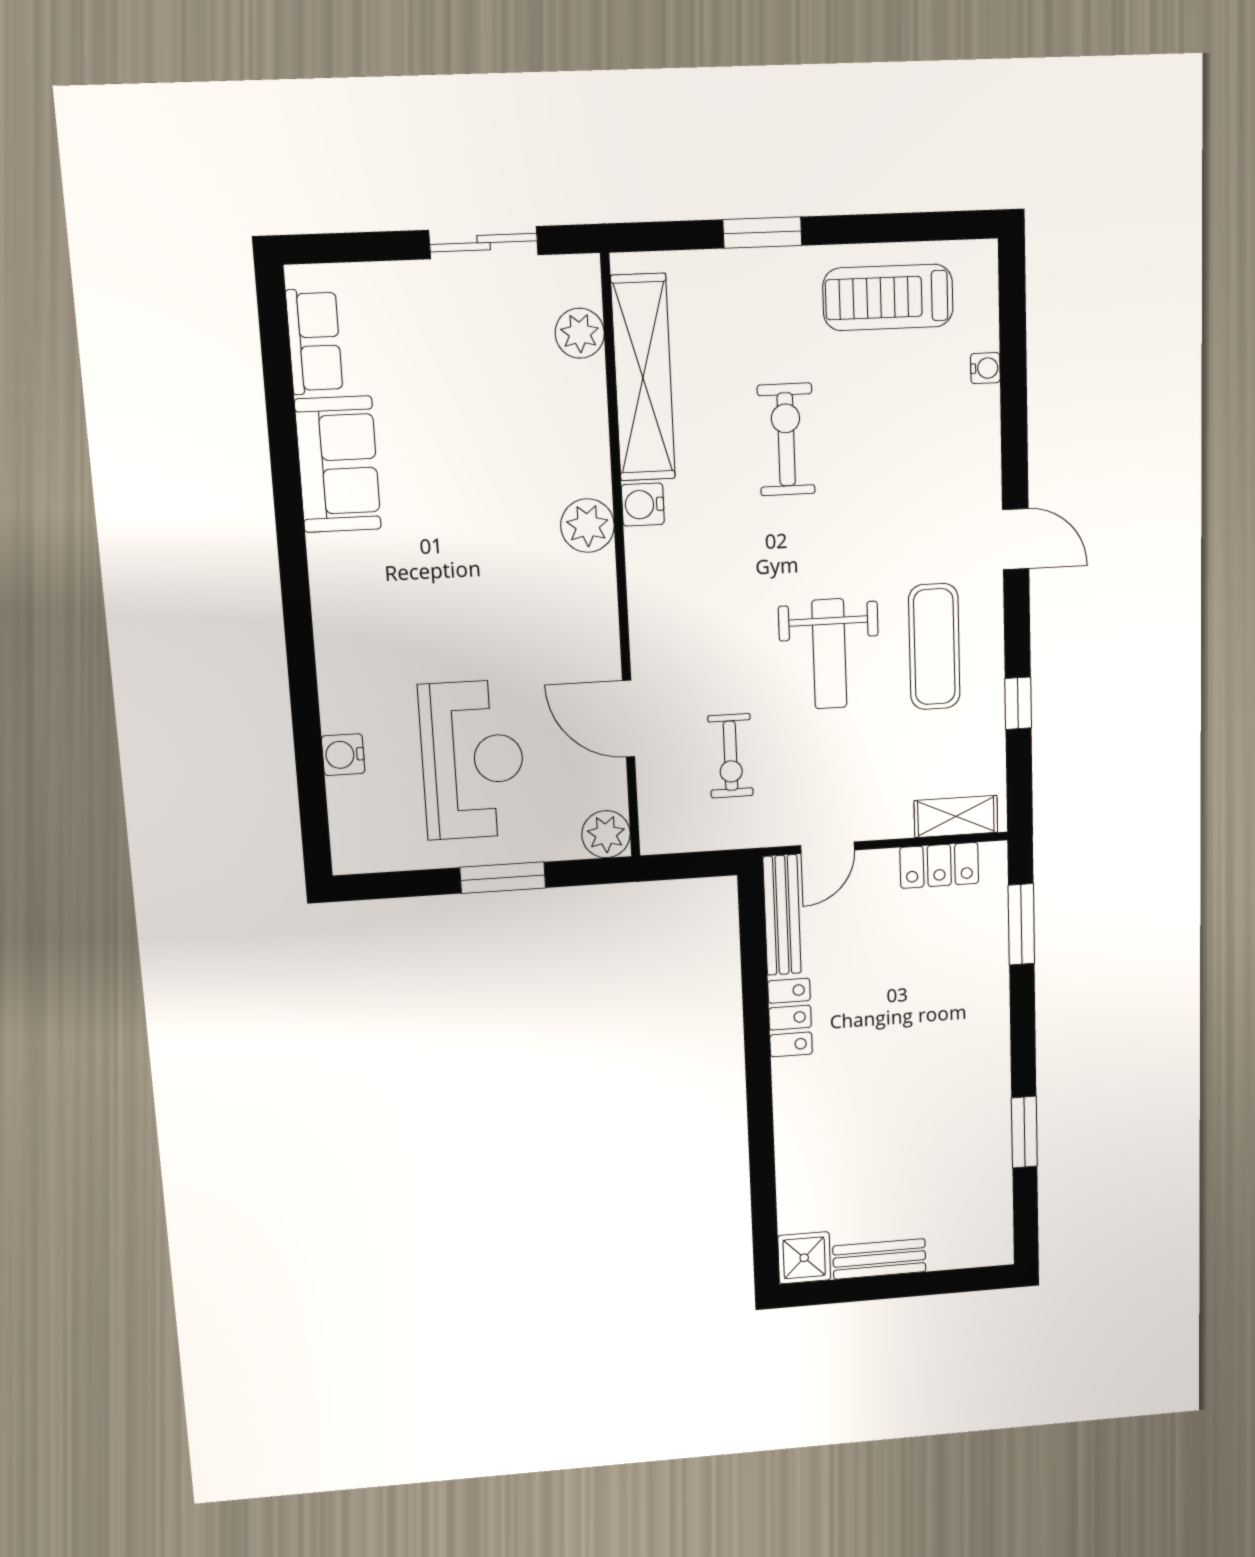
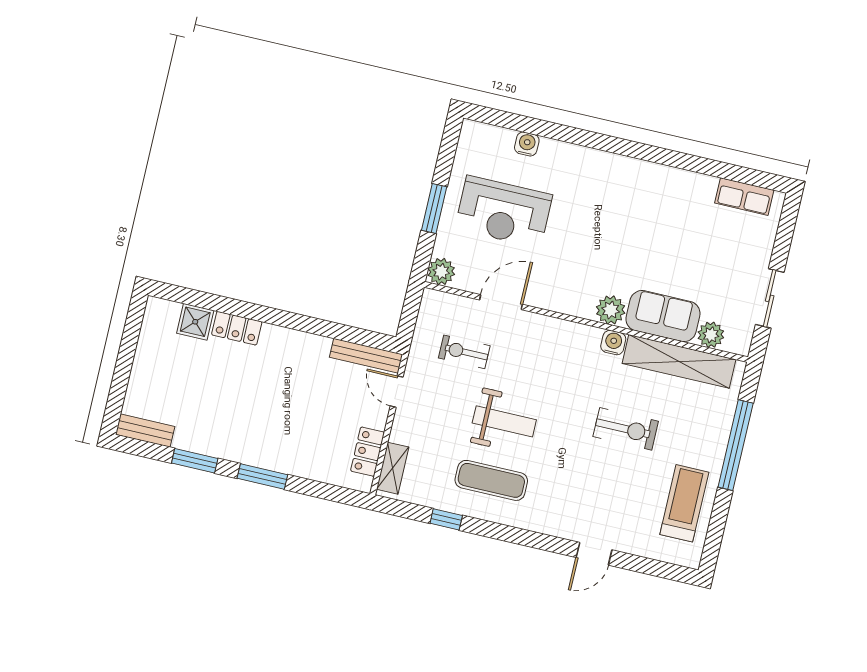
window: (762, 233) -> (736, 445), width x2.11
water cooler: (985, 368) -> (633, 547), removed
sofa: (338, 464) -> (663, 316), moved, turned 180
door: (1016, 539) -> (594, 554), moved
weight bench: (829, 654) -> (504, 421), turned 180
window: (1021, 924) -> (262, 477), moved
locker: (790, 1018) -> (237, 328), moved
shower: (804, 1258) -> (195, 322), moved
bench: (879, 1259) -> (145, 431), moved, turned 90

